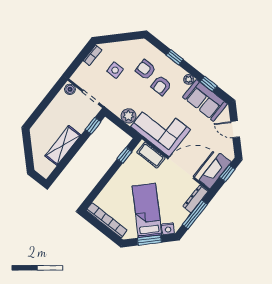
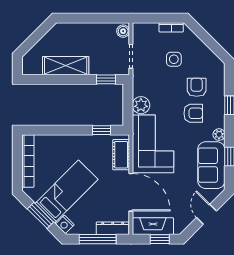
armchair: (161, 85) -> (193, 113), turned 180

